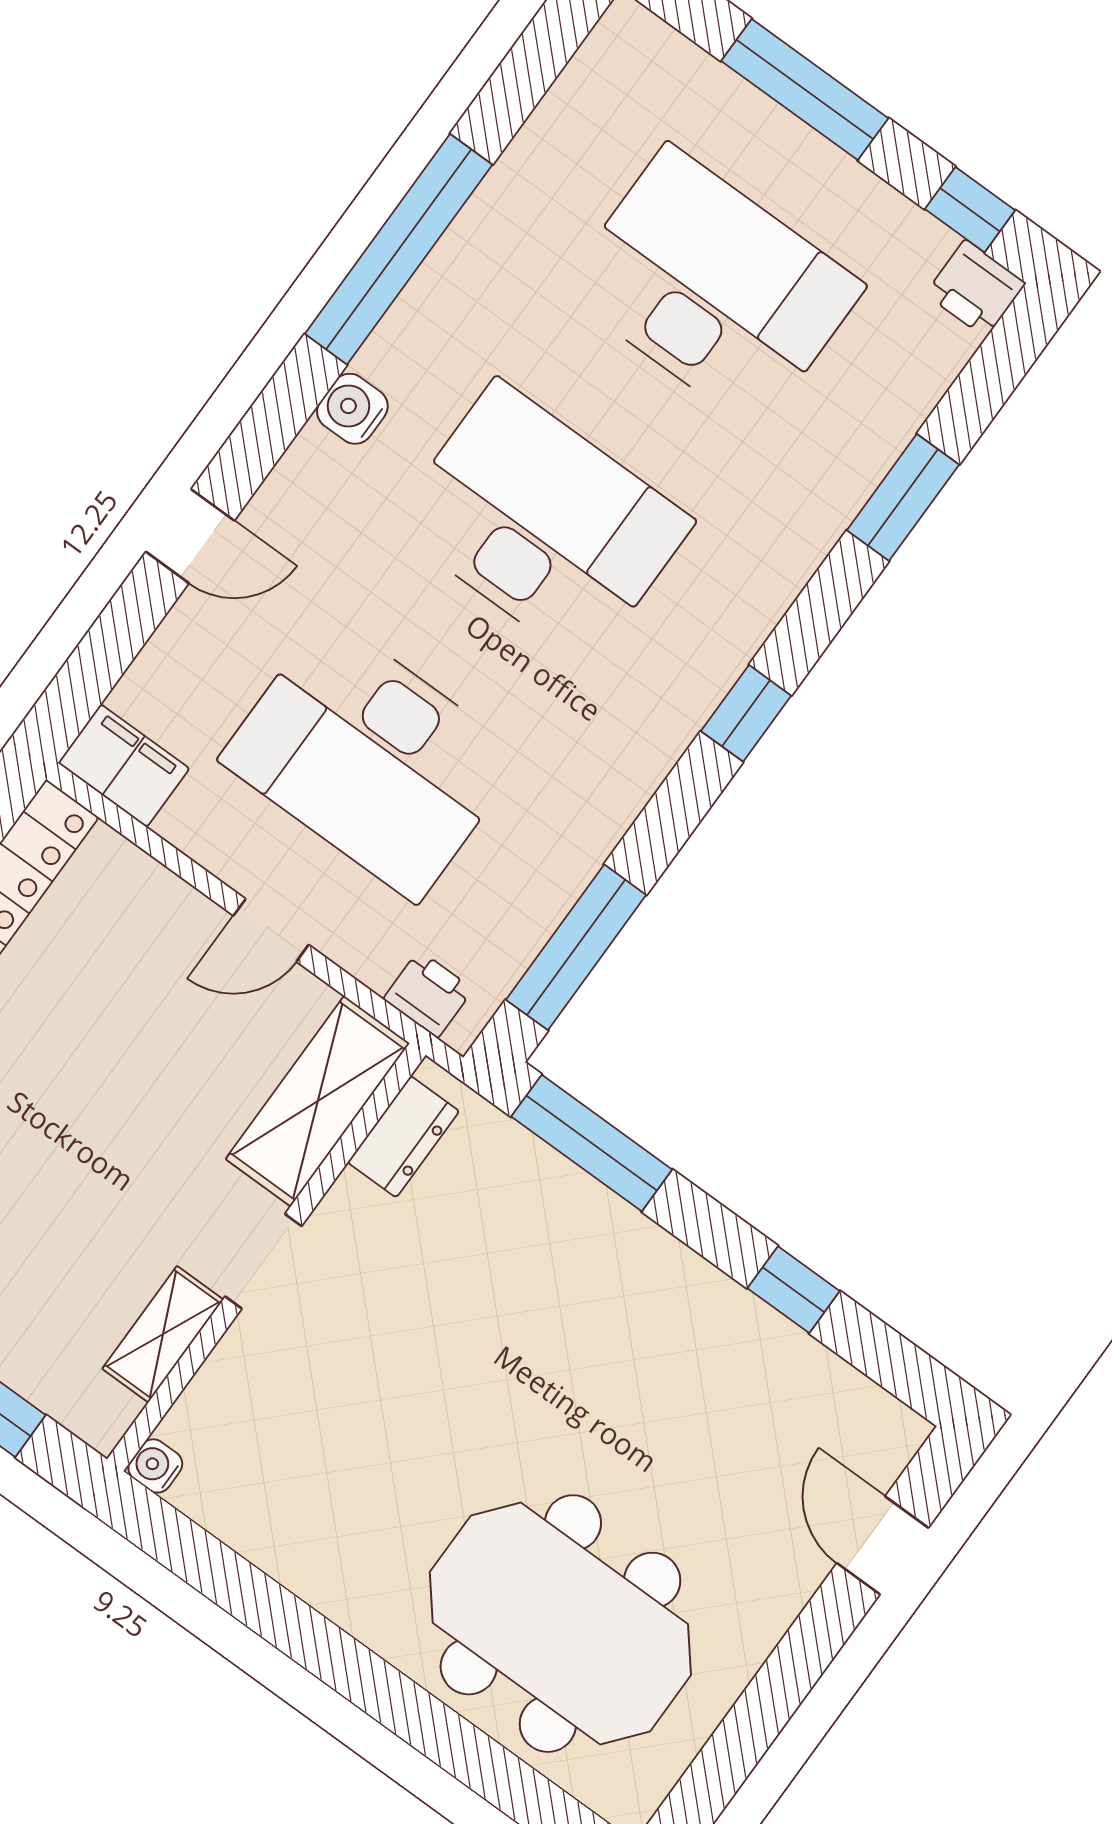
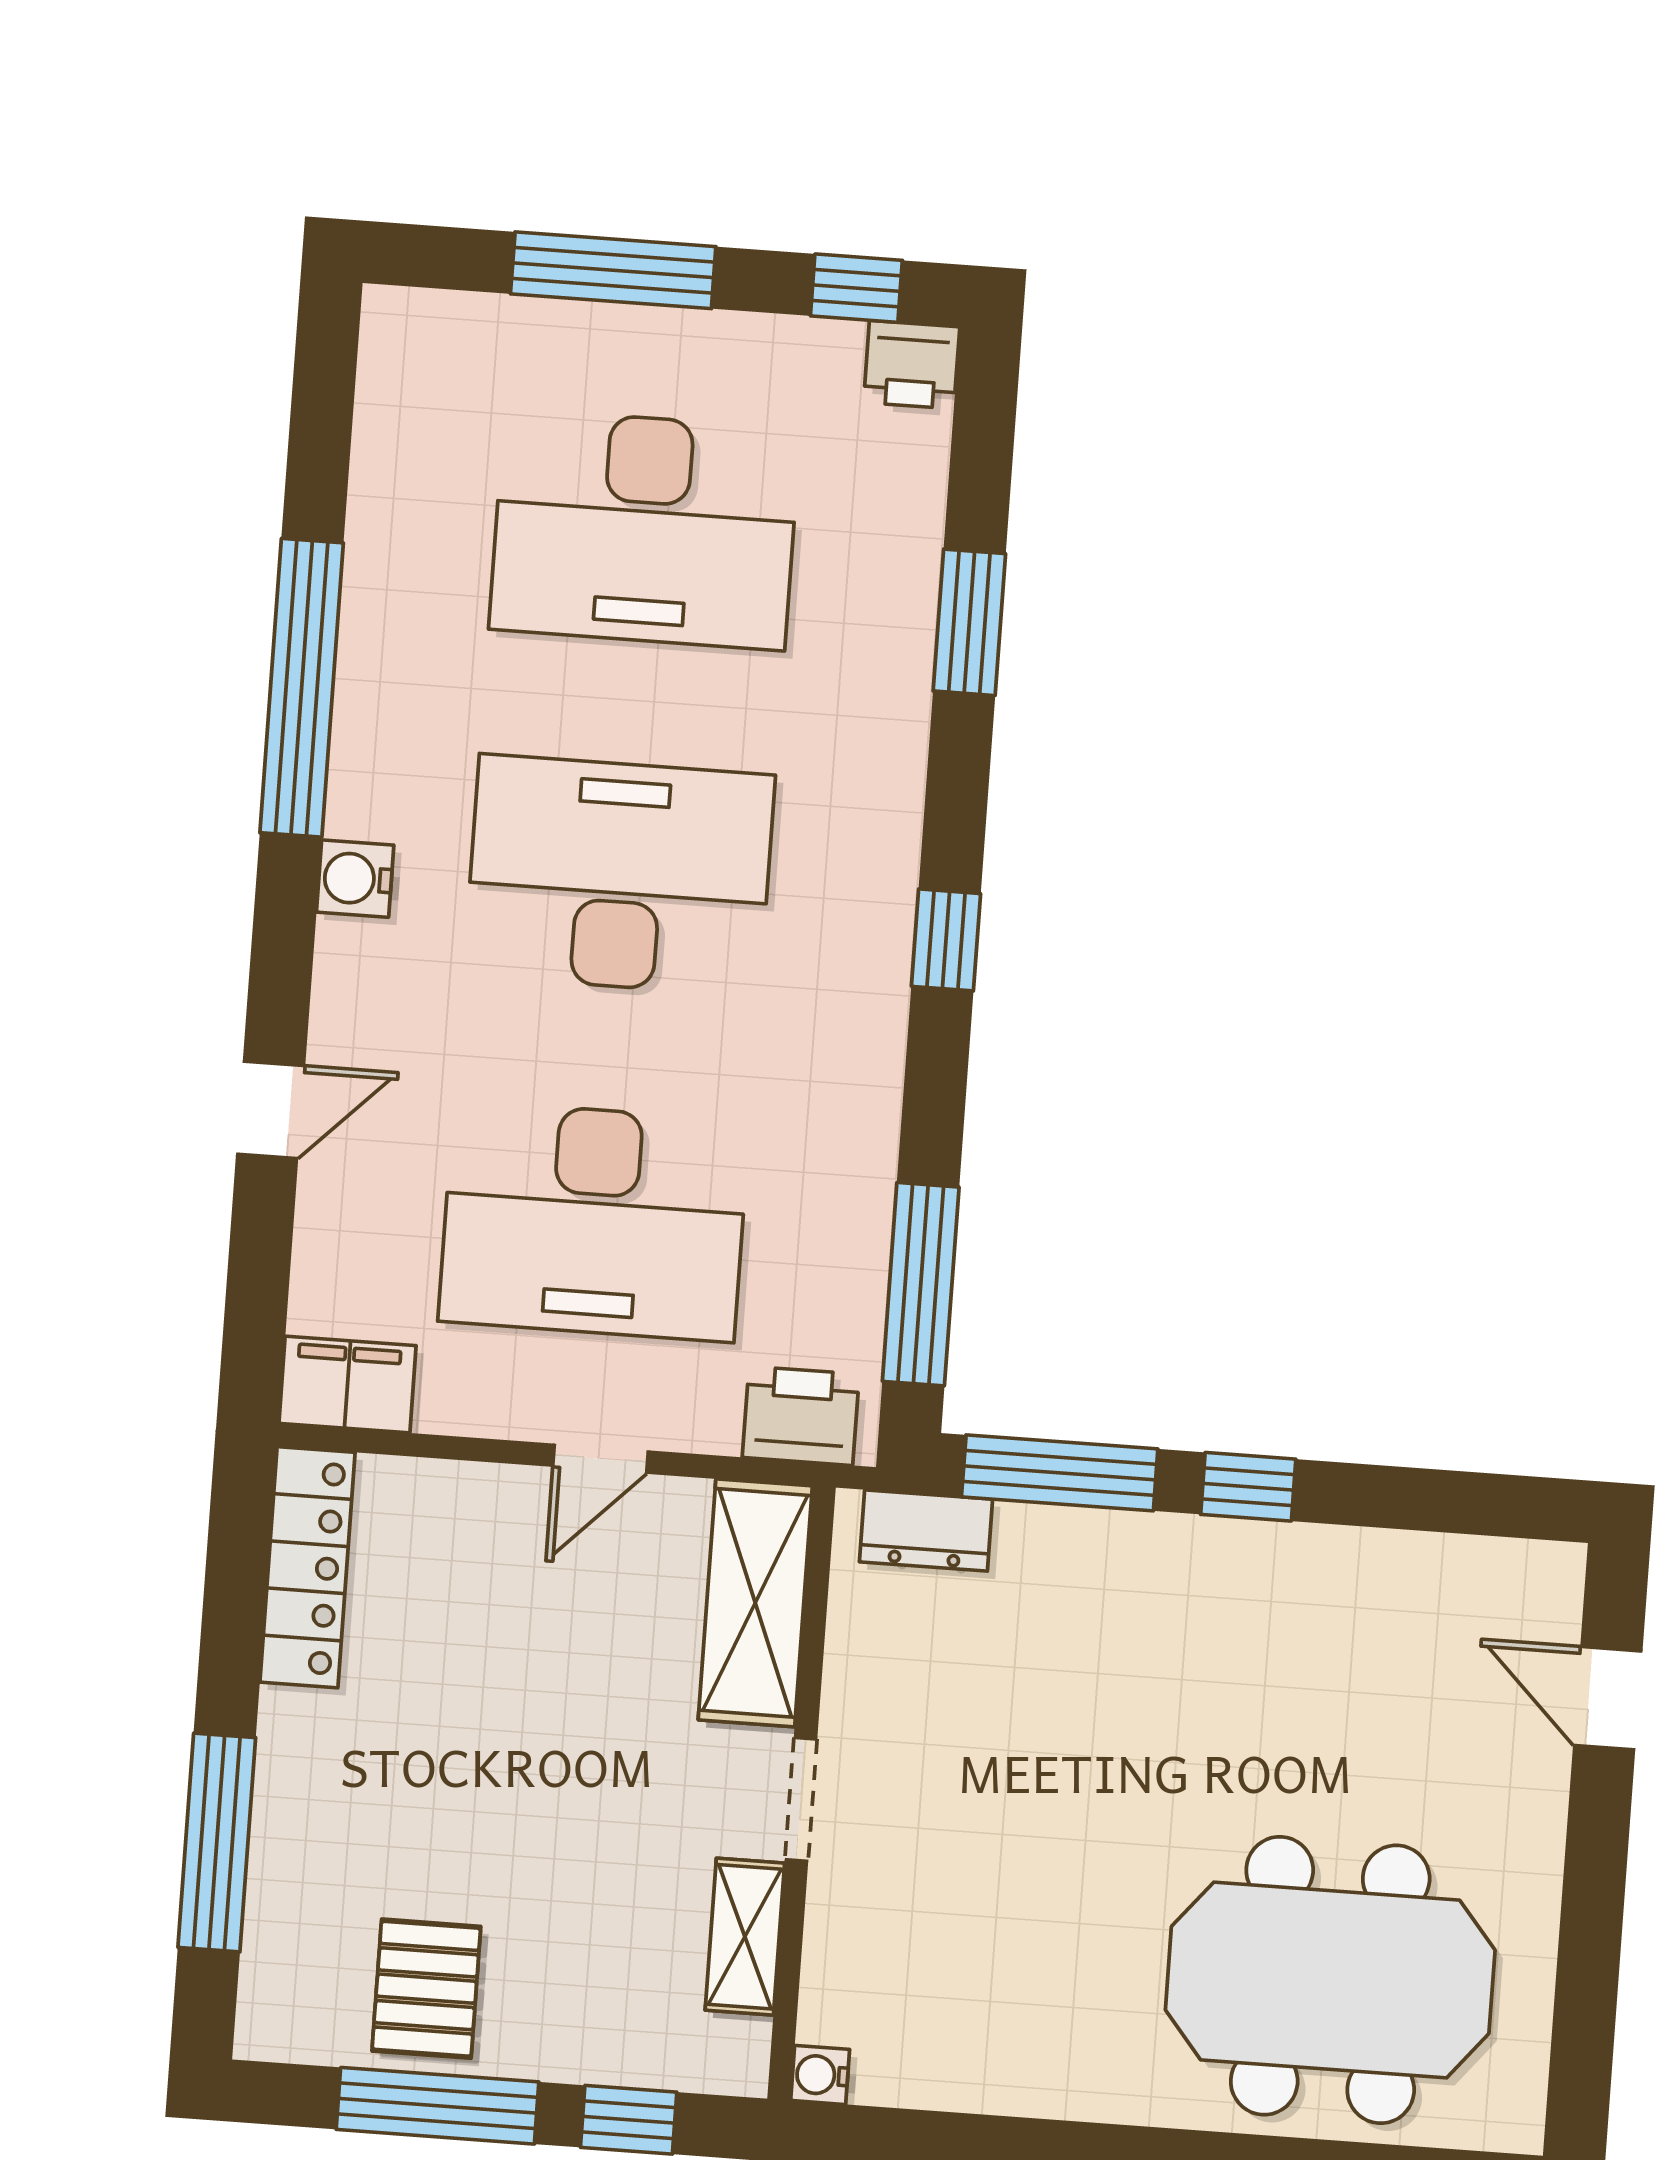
desk: (713, 288) -> (645, 529), turned 180
printer: (428, 994) -> (801, 1416), width x1.36, depth x1.24
dresser: (403, 1137) -> (926, 1531), moved, turned 90
window: (794, 1290) -> (1248, 1487), moved

